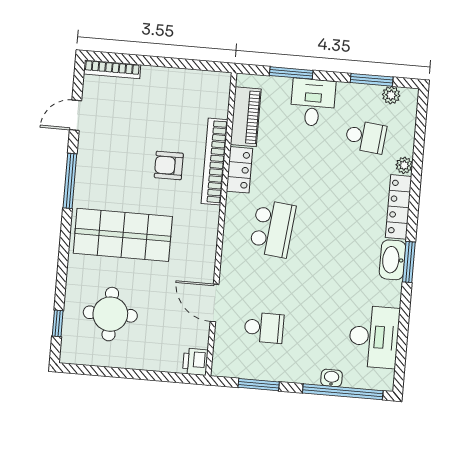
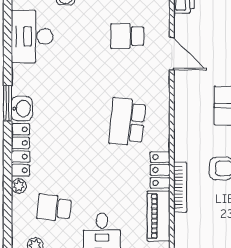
bookcase: (214, 162) -> (180, 187), width x0.68, depth x0.76
washbasin: (392, 260) -> (22, 109), width x0.72

